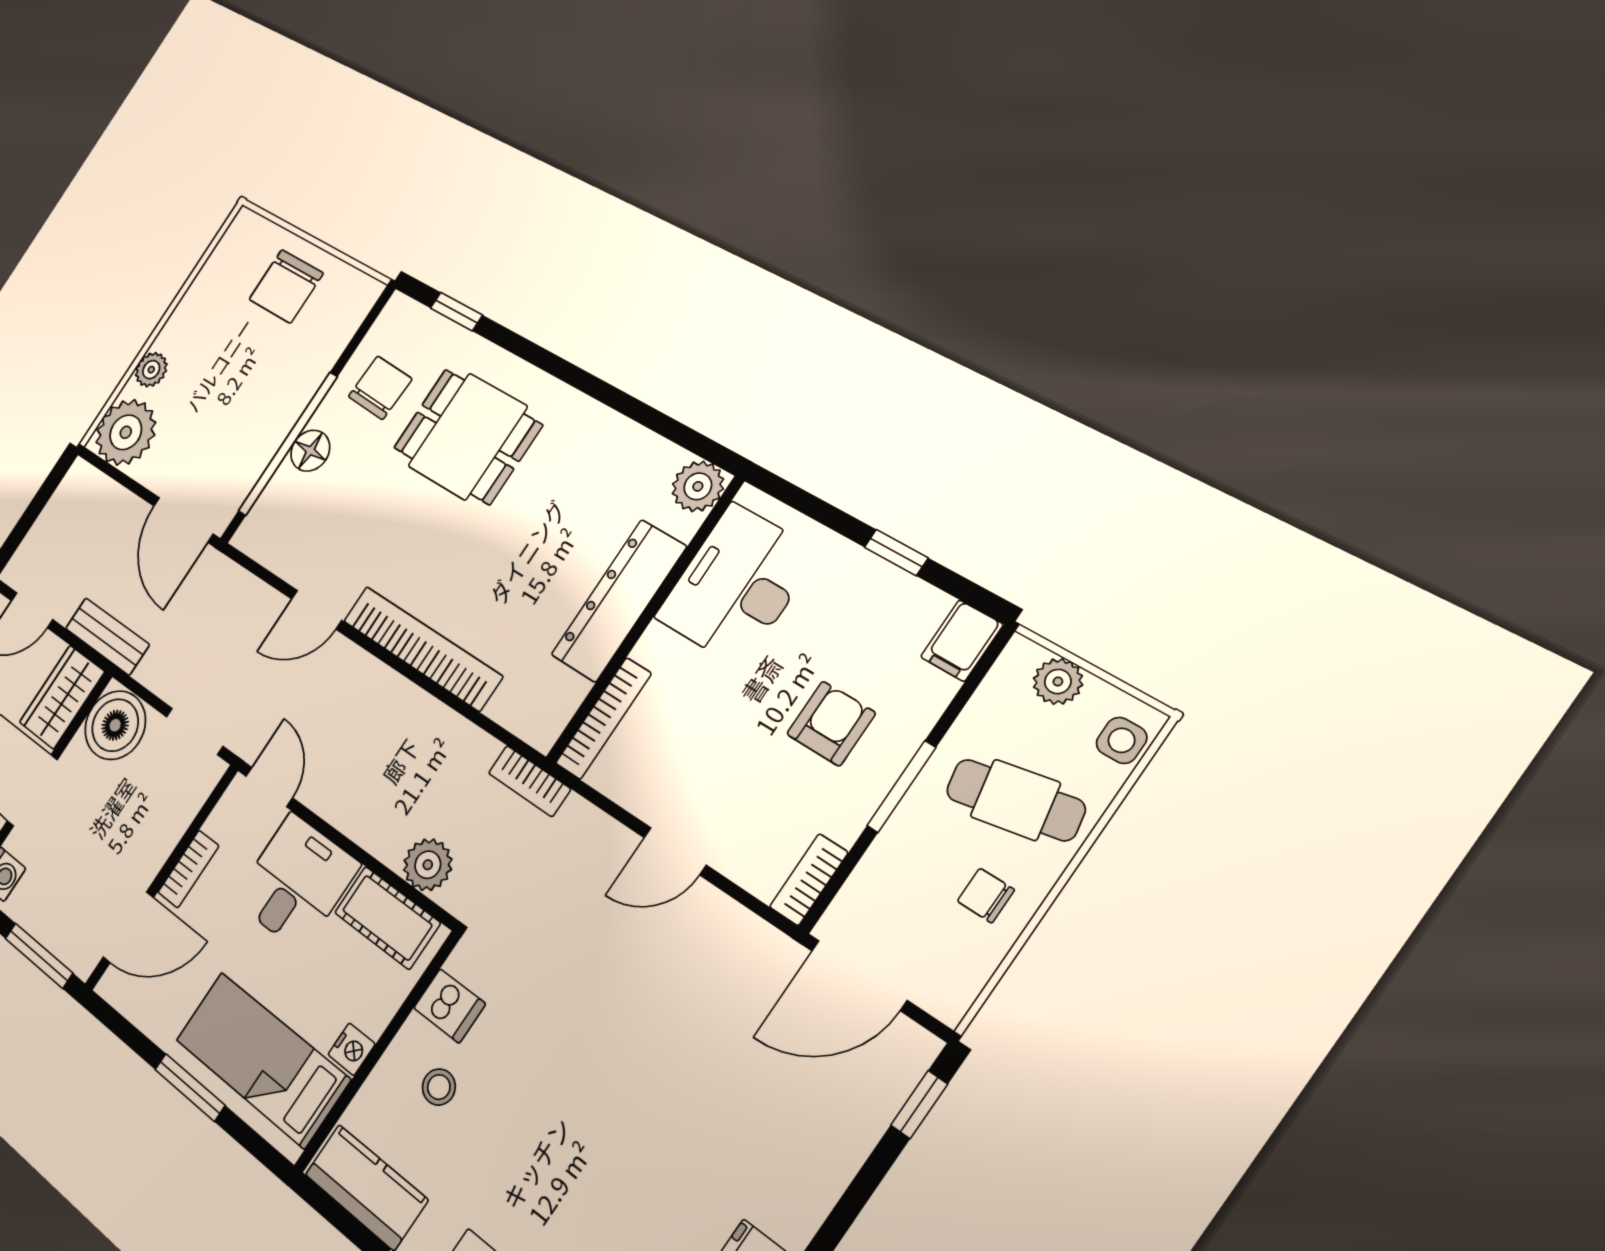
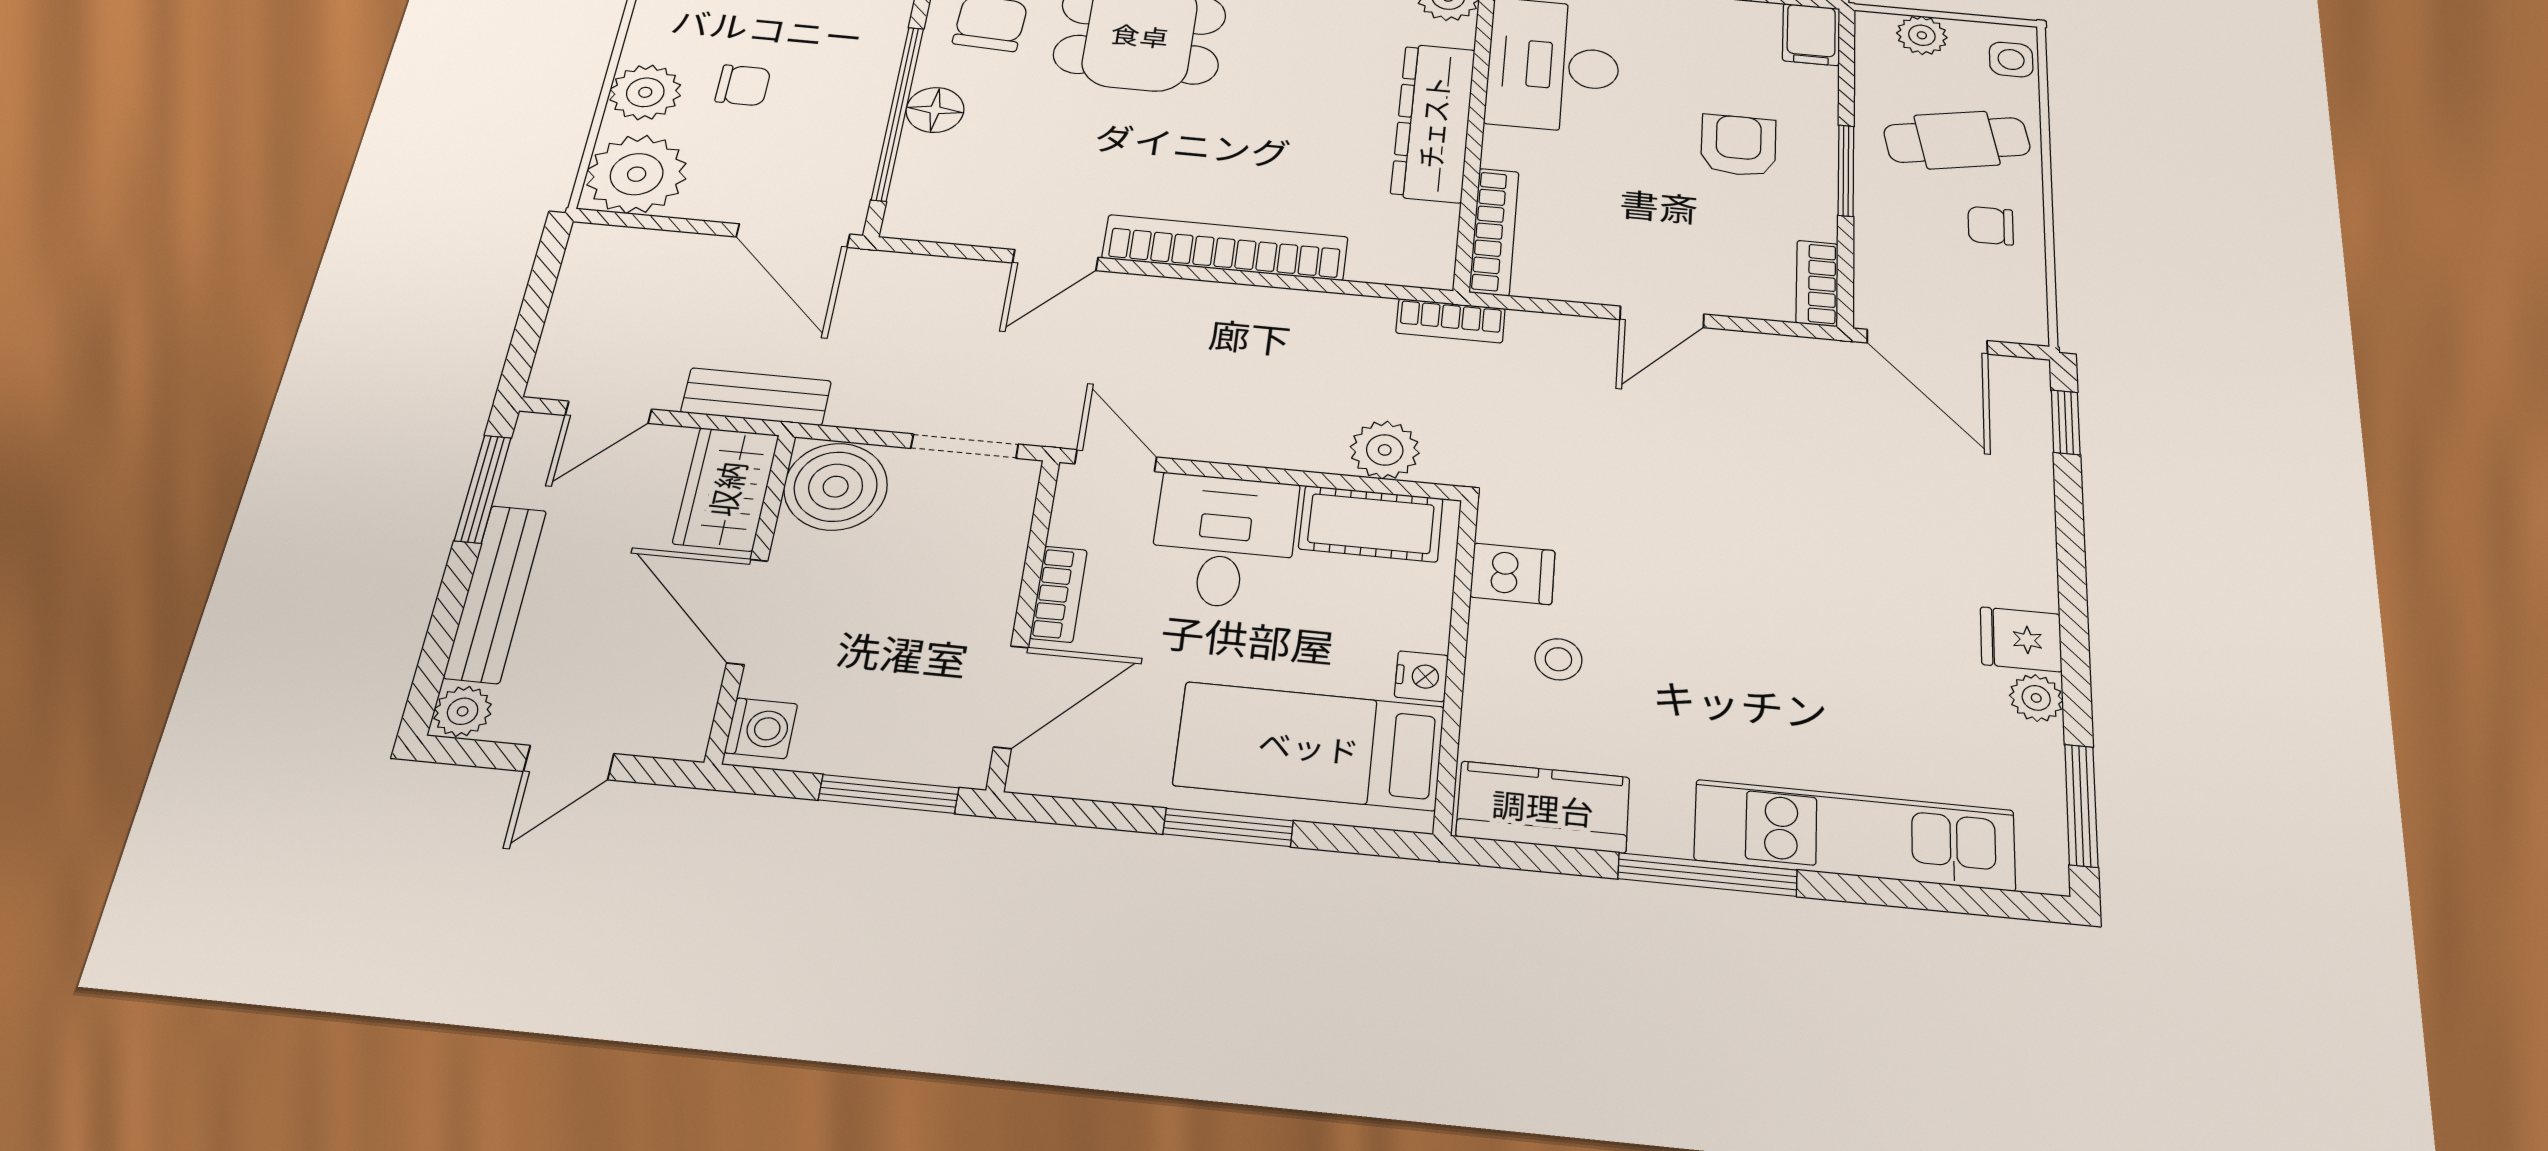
plant: (151, 370) -> (645, 92), width x1.38, depth x1.38
chair: (214, 383) -> (743, 85), added
door: (859, 975) -> (1927, 342), hinge flipped

